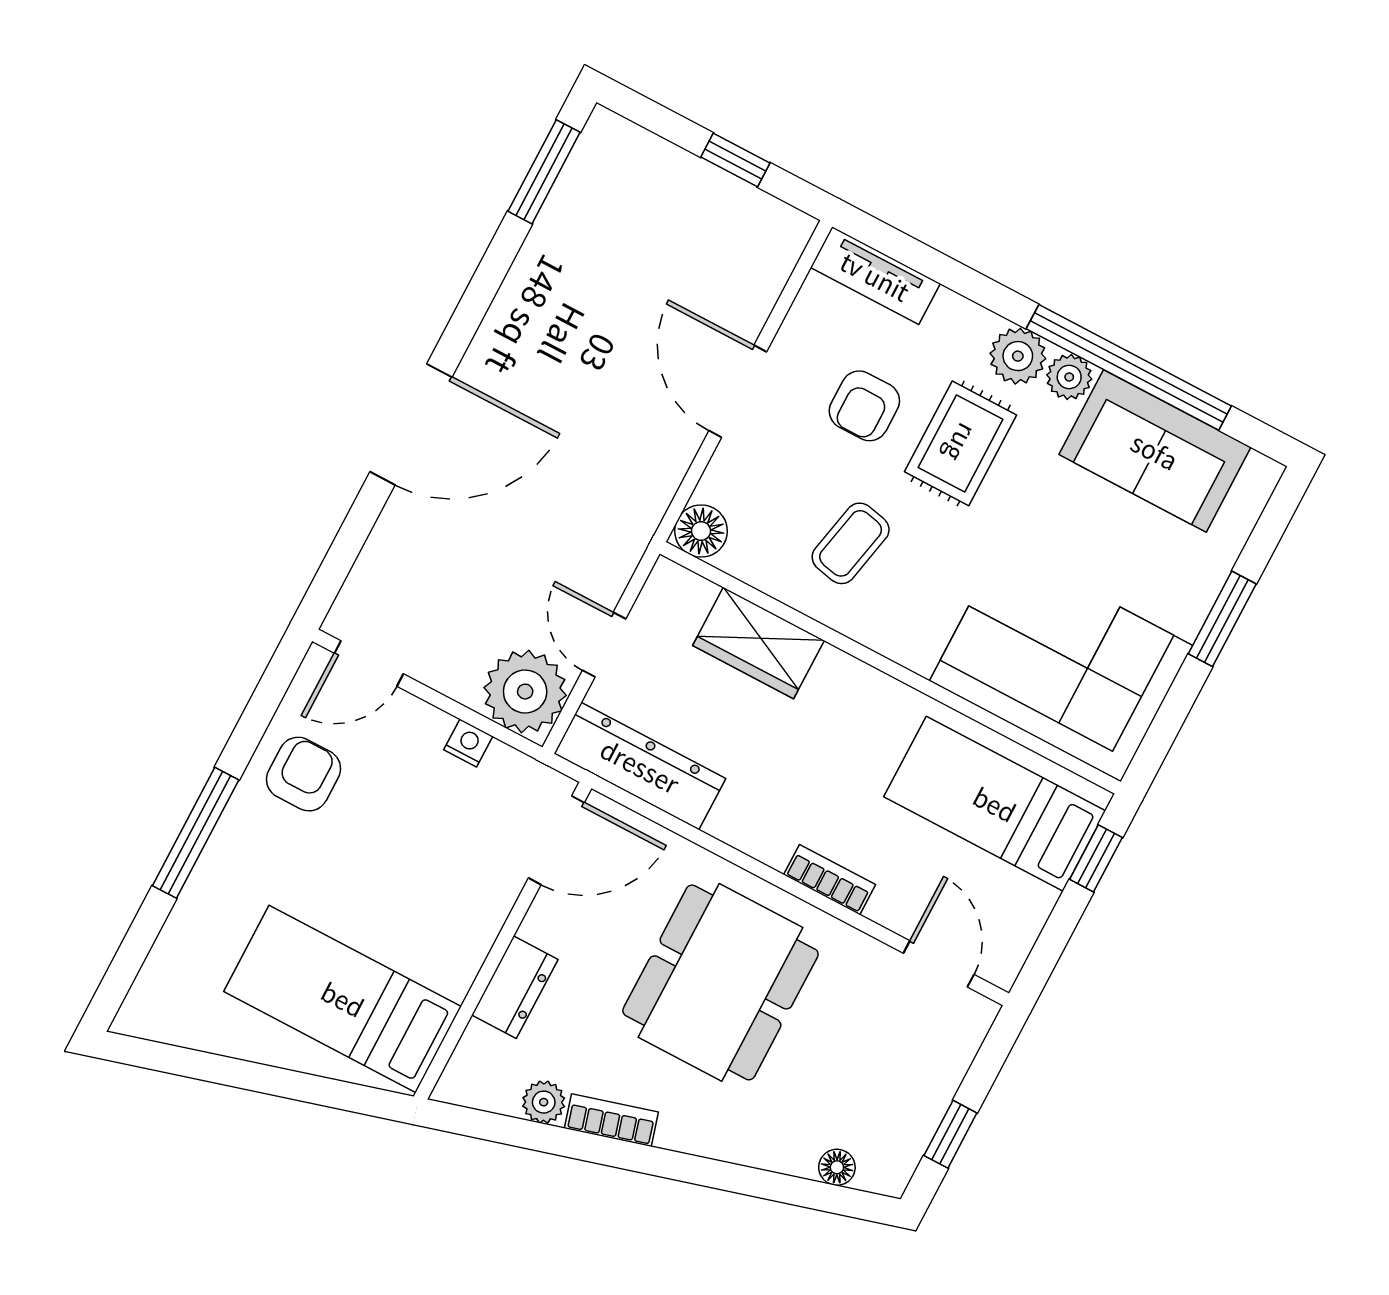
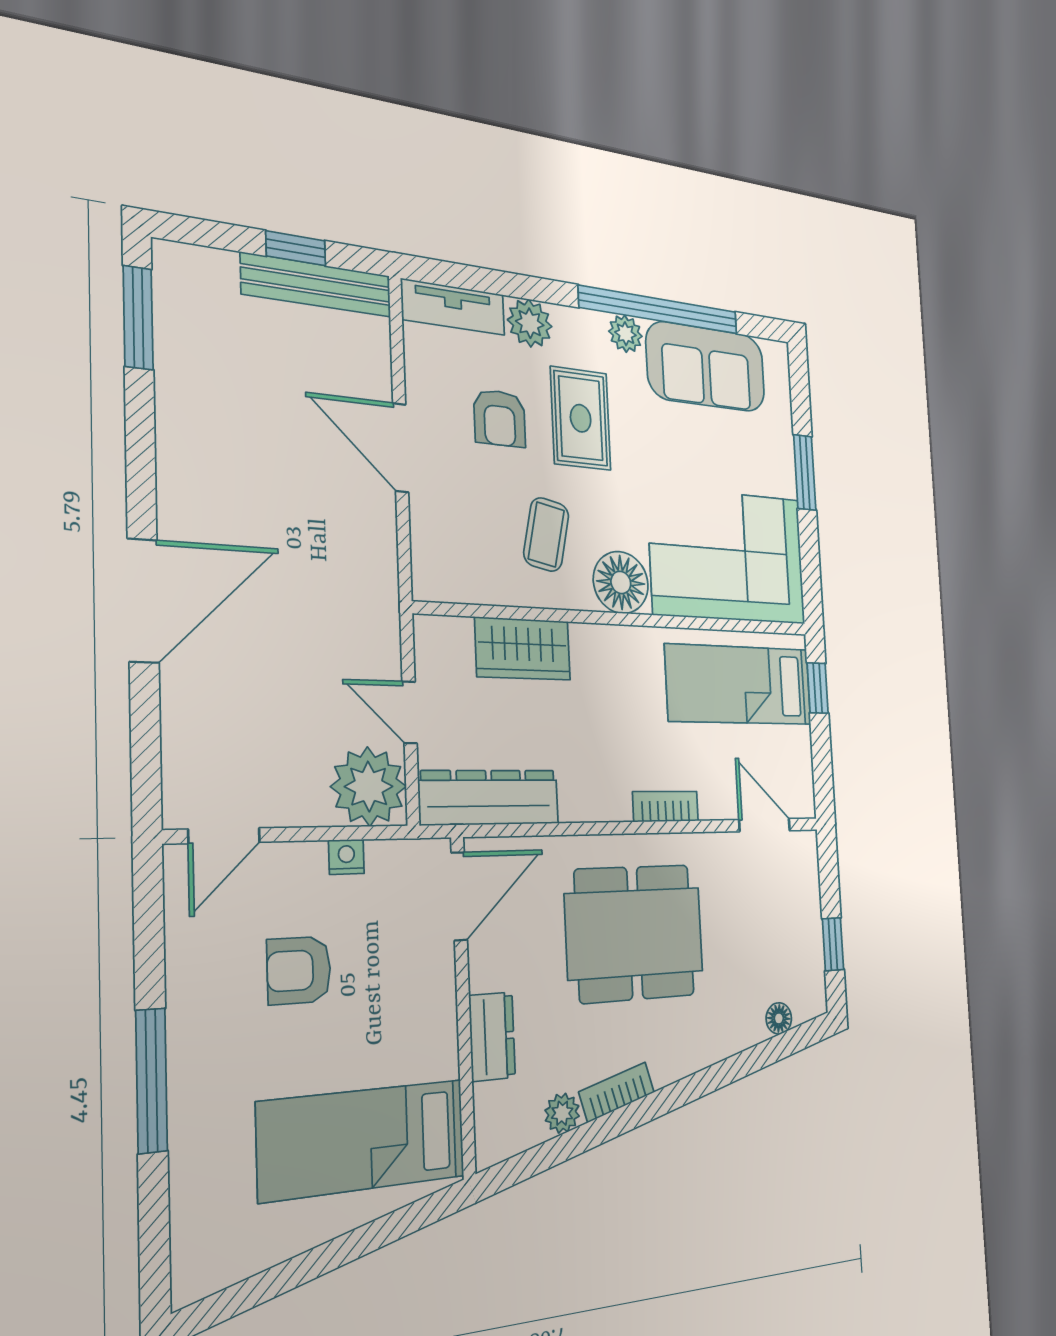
bench: (738, 202) -> (317, 285), added
plant: (1018, 356) -> (530, 323), moved
floor lamp: (701, 531) -> (621, 582), moved, width x1.38, depth x1.38
armchair: (303, 774) -> (299, 970), moved, turned -90
dining table: (720, 982) -> (635, 933), turned 90

